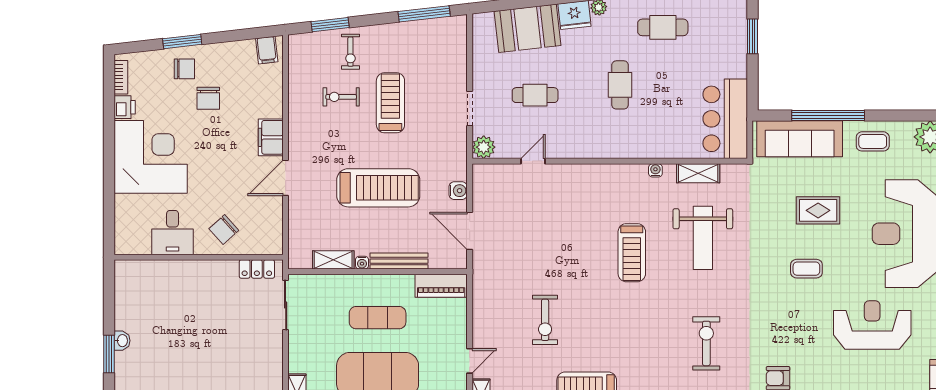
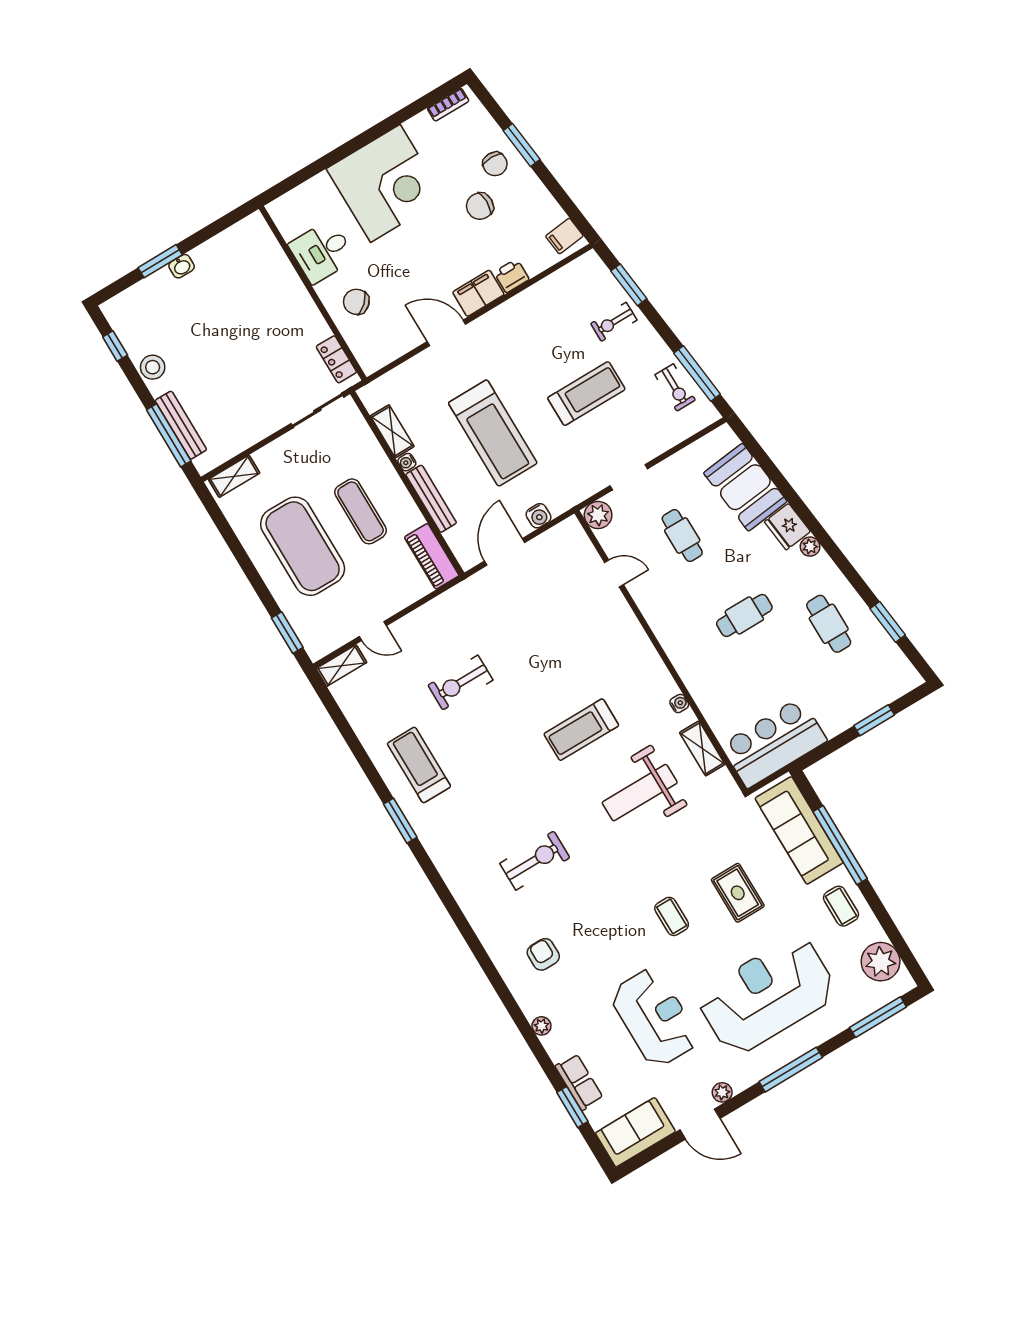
exercise bike: (341, 97) -> (675, 387), moved, turned 180
printer: (125, 107) -> (512, 276), moved, turned 180

